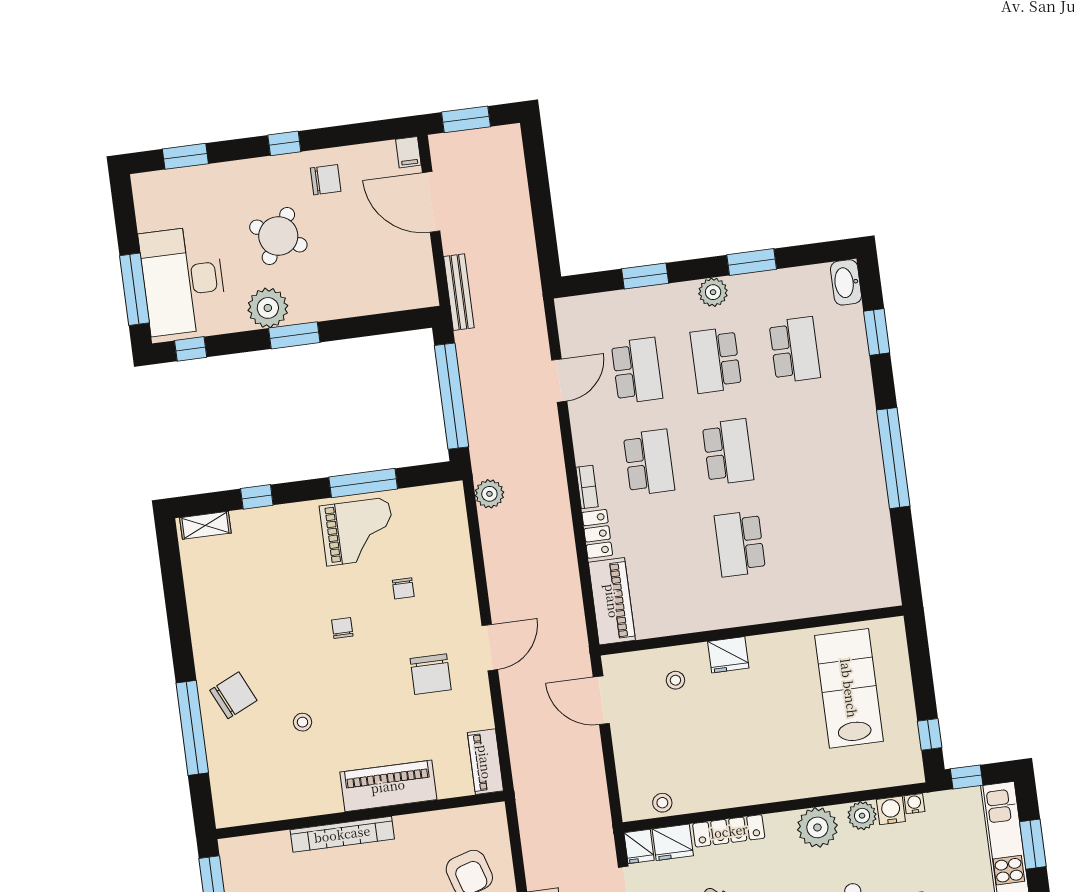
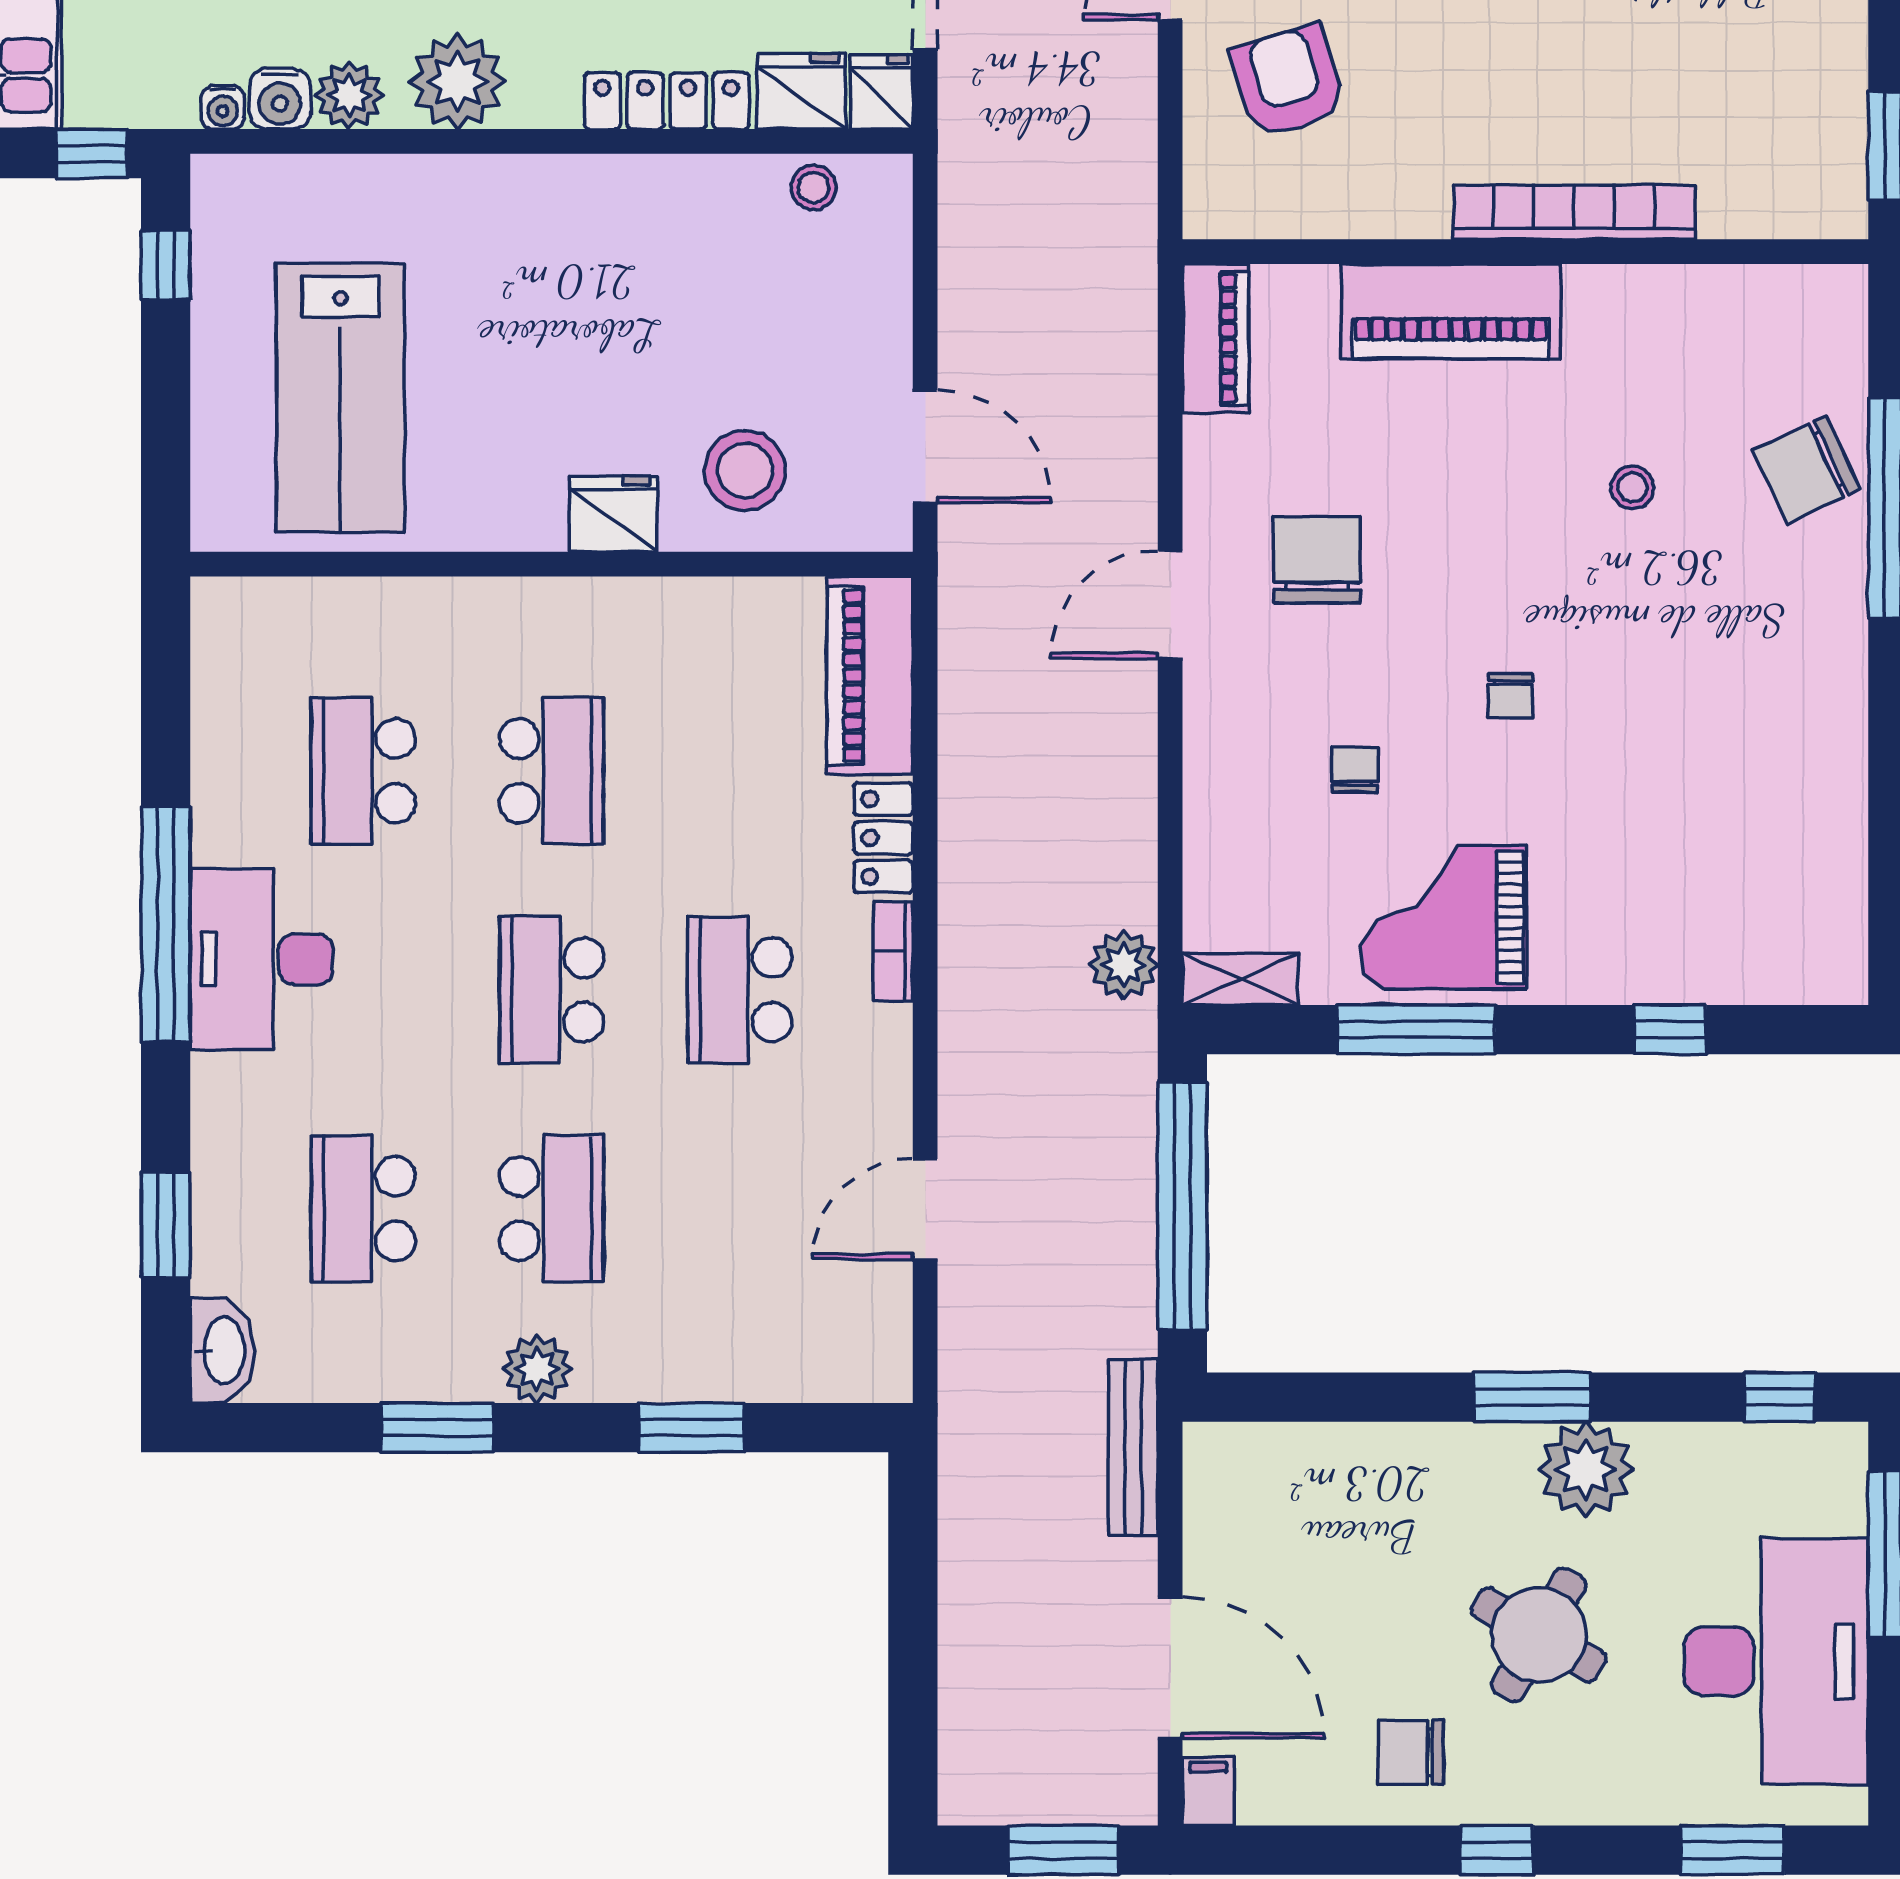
desk: (183, 280) -> (1776, 1661), moved
school desk: (637, 371) -> (363, 771), moved
desk: (851, 449) -> (262, 959), added
shelving: (205, 525) -> (1240, 979), moved
stool: (675, 680) -> (745, 471), width x1.89, depth x1.89
chair: (233, 695) -> (1806, 469), moved

